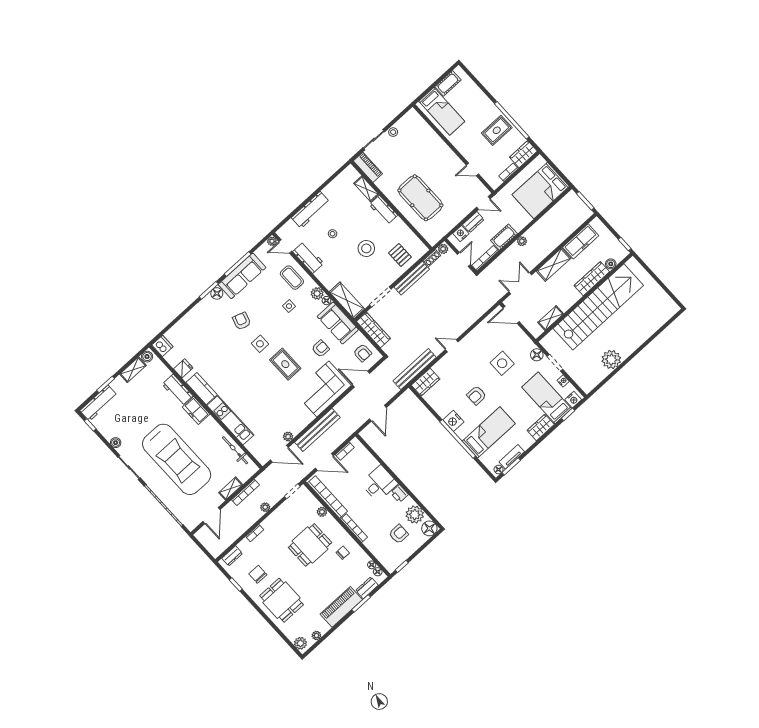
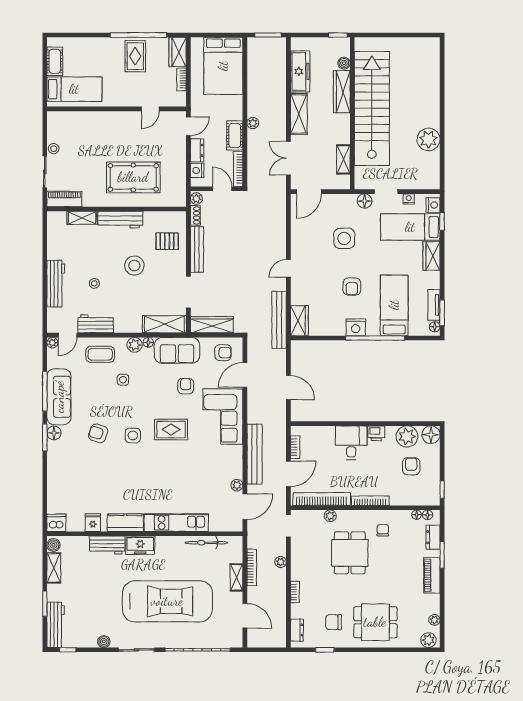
workbench: (383, 210) -> (120, 220), width x1.38
piano: (341, 607) -> (432, 575), width x0.73, depth x0.75

